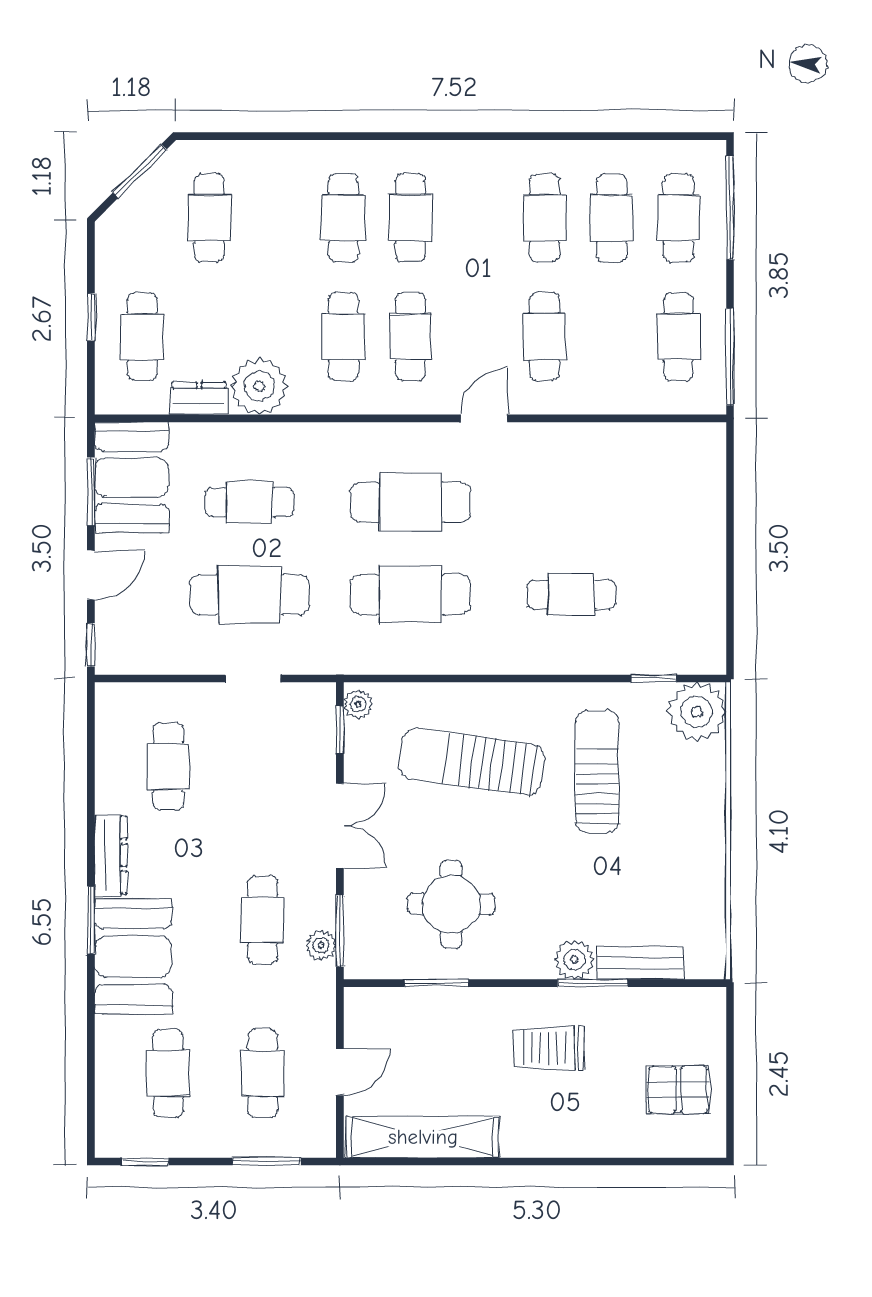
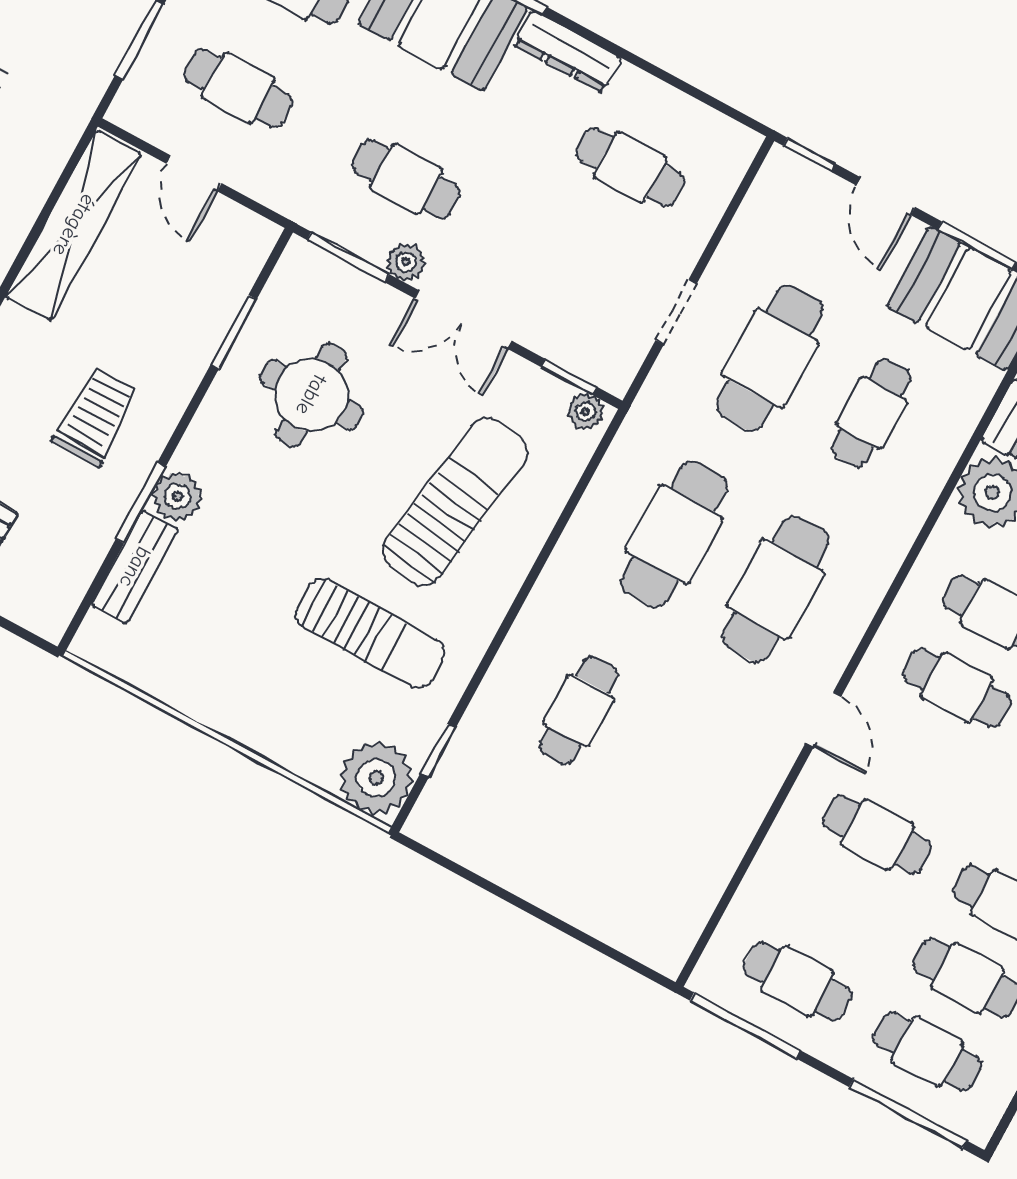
plant: (321, 945) -> (406, 262), moved

